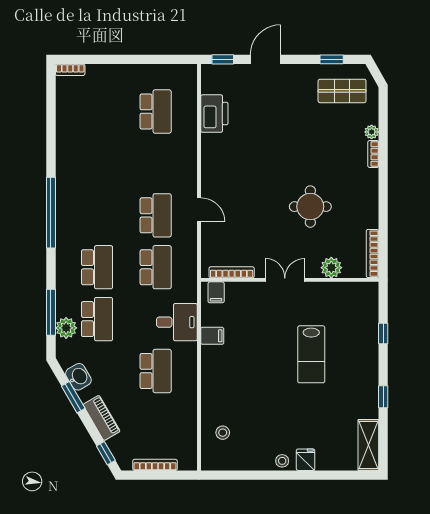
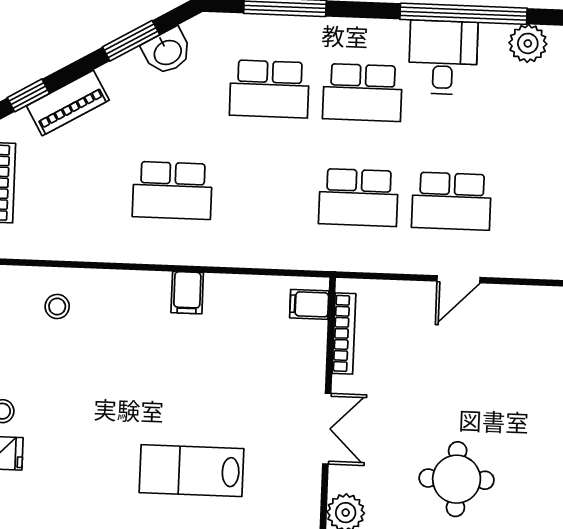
desk: (177, 322) -> (443, 58), moved, turned 180
plant: (66, 328) -> (528, 43), moved
filing cabinet: (212, 336) -> (187, 293), moved
piano: (101, 418) -> (68, 103), moved

